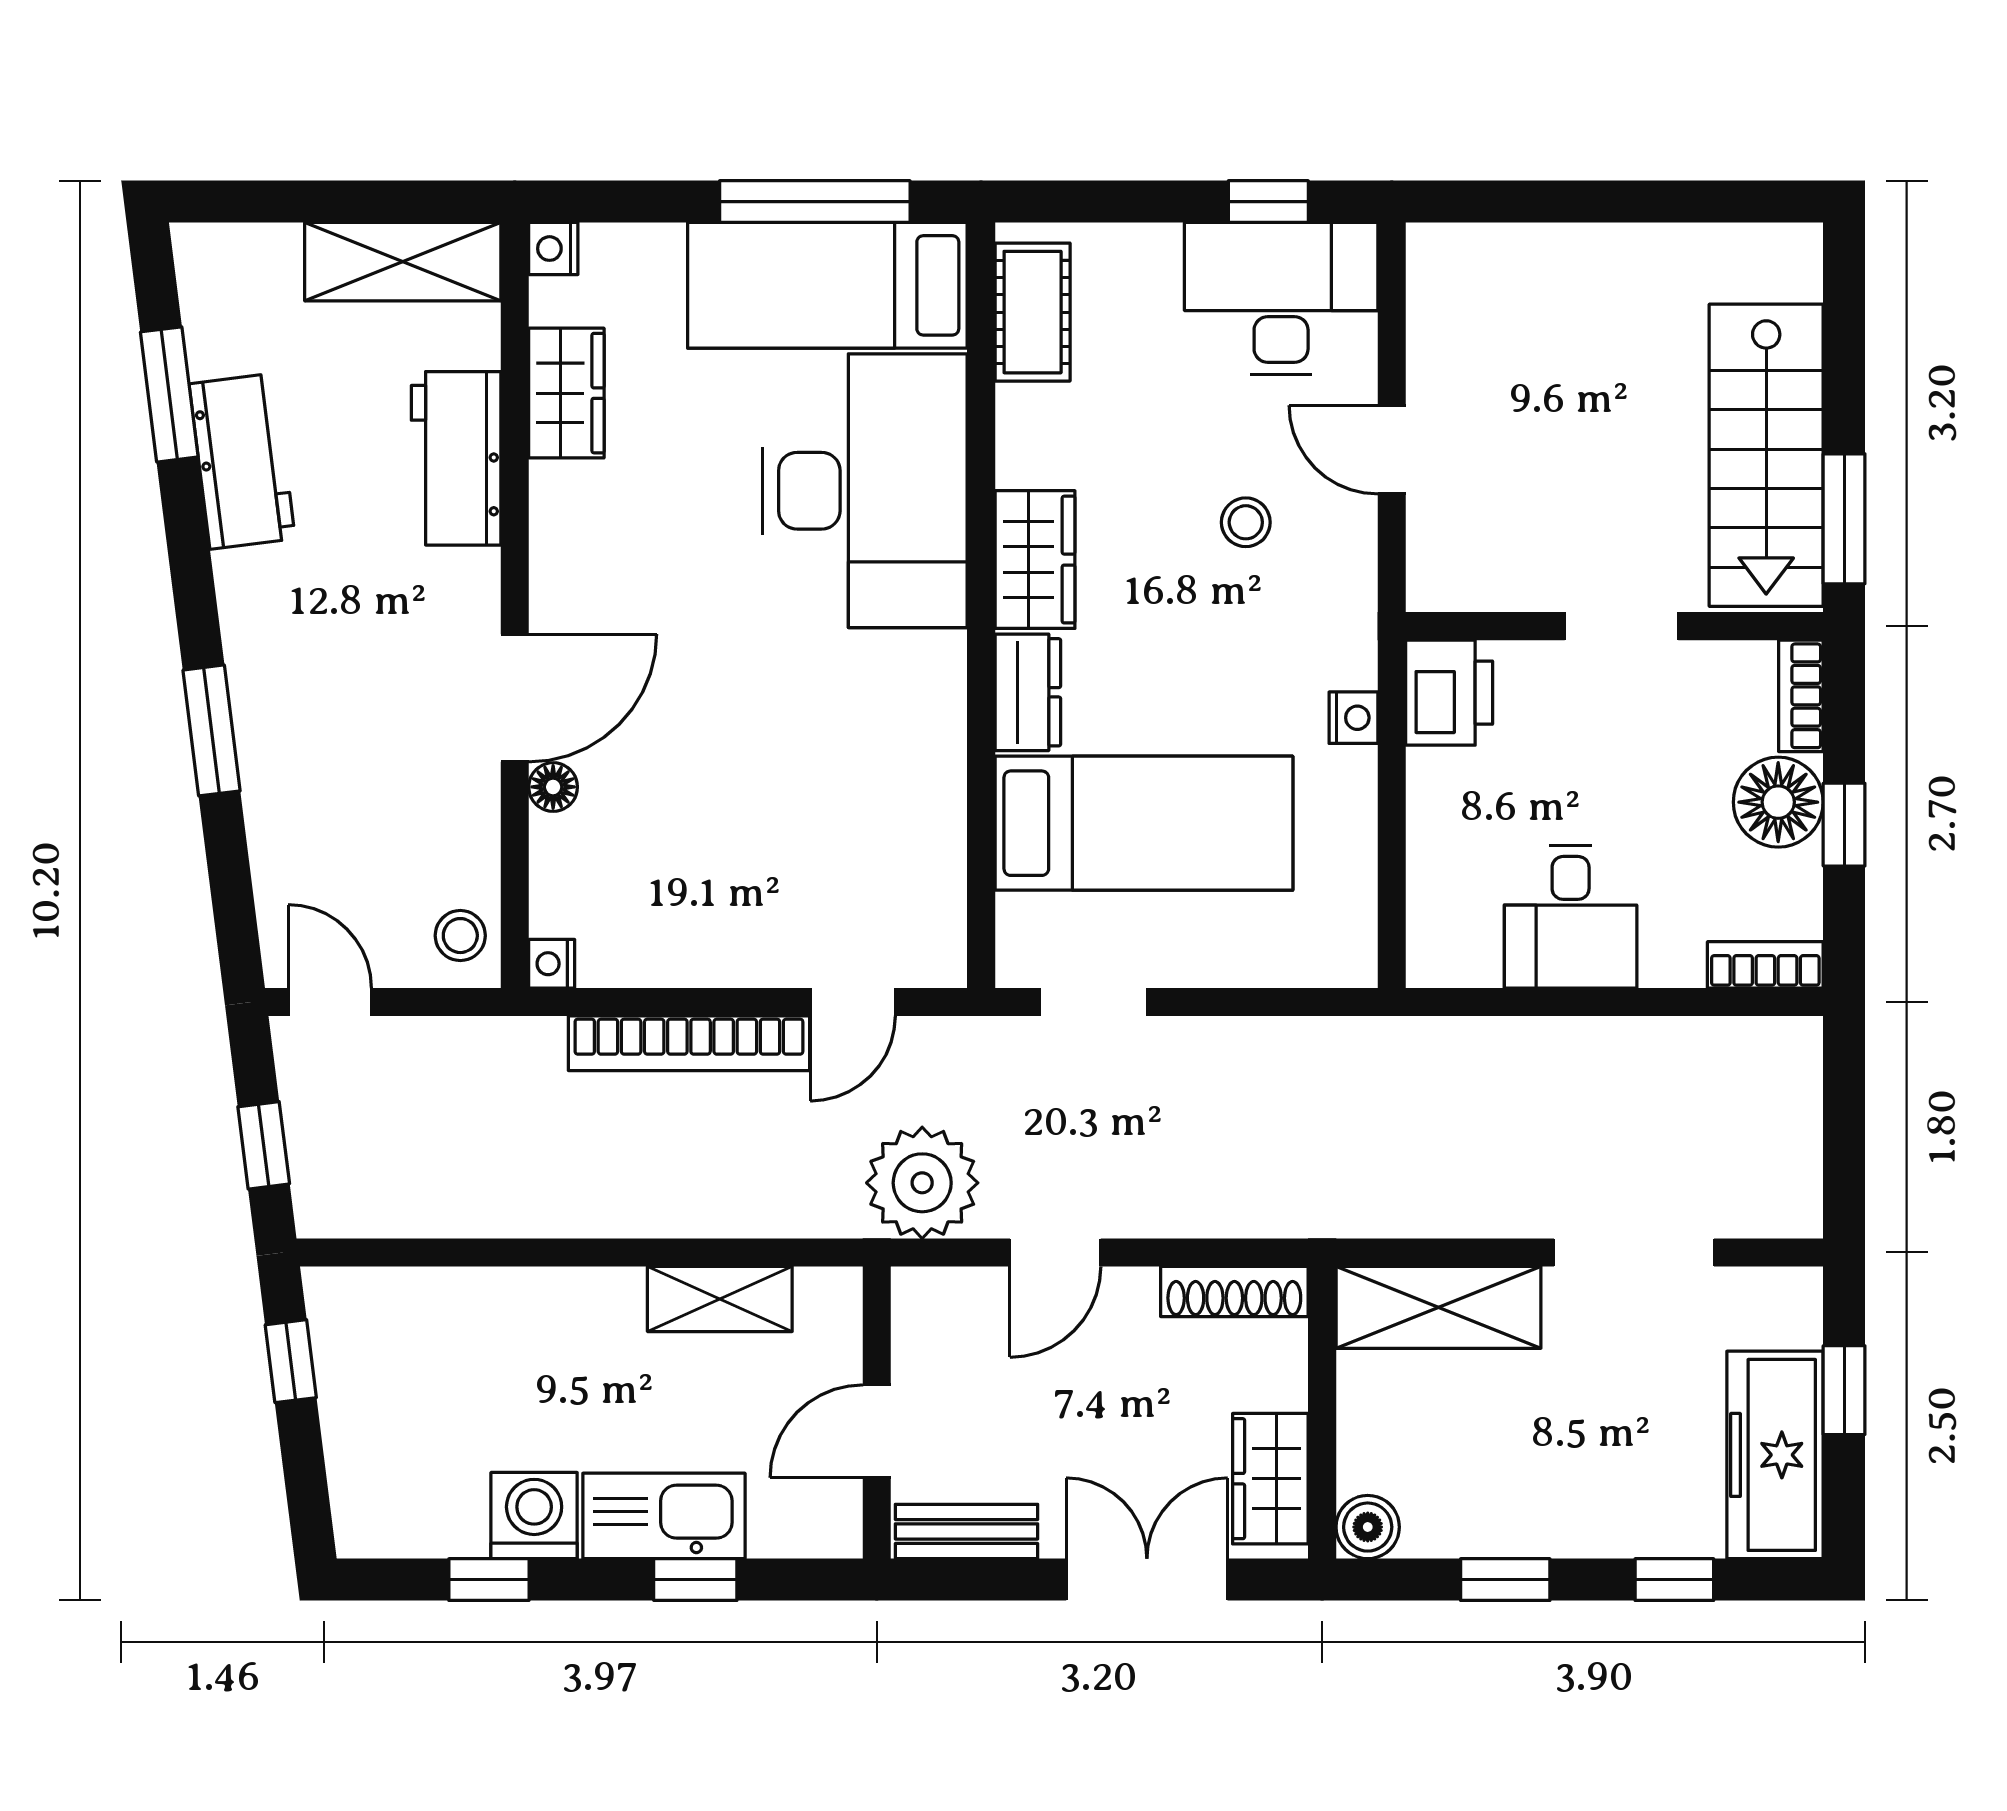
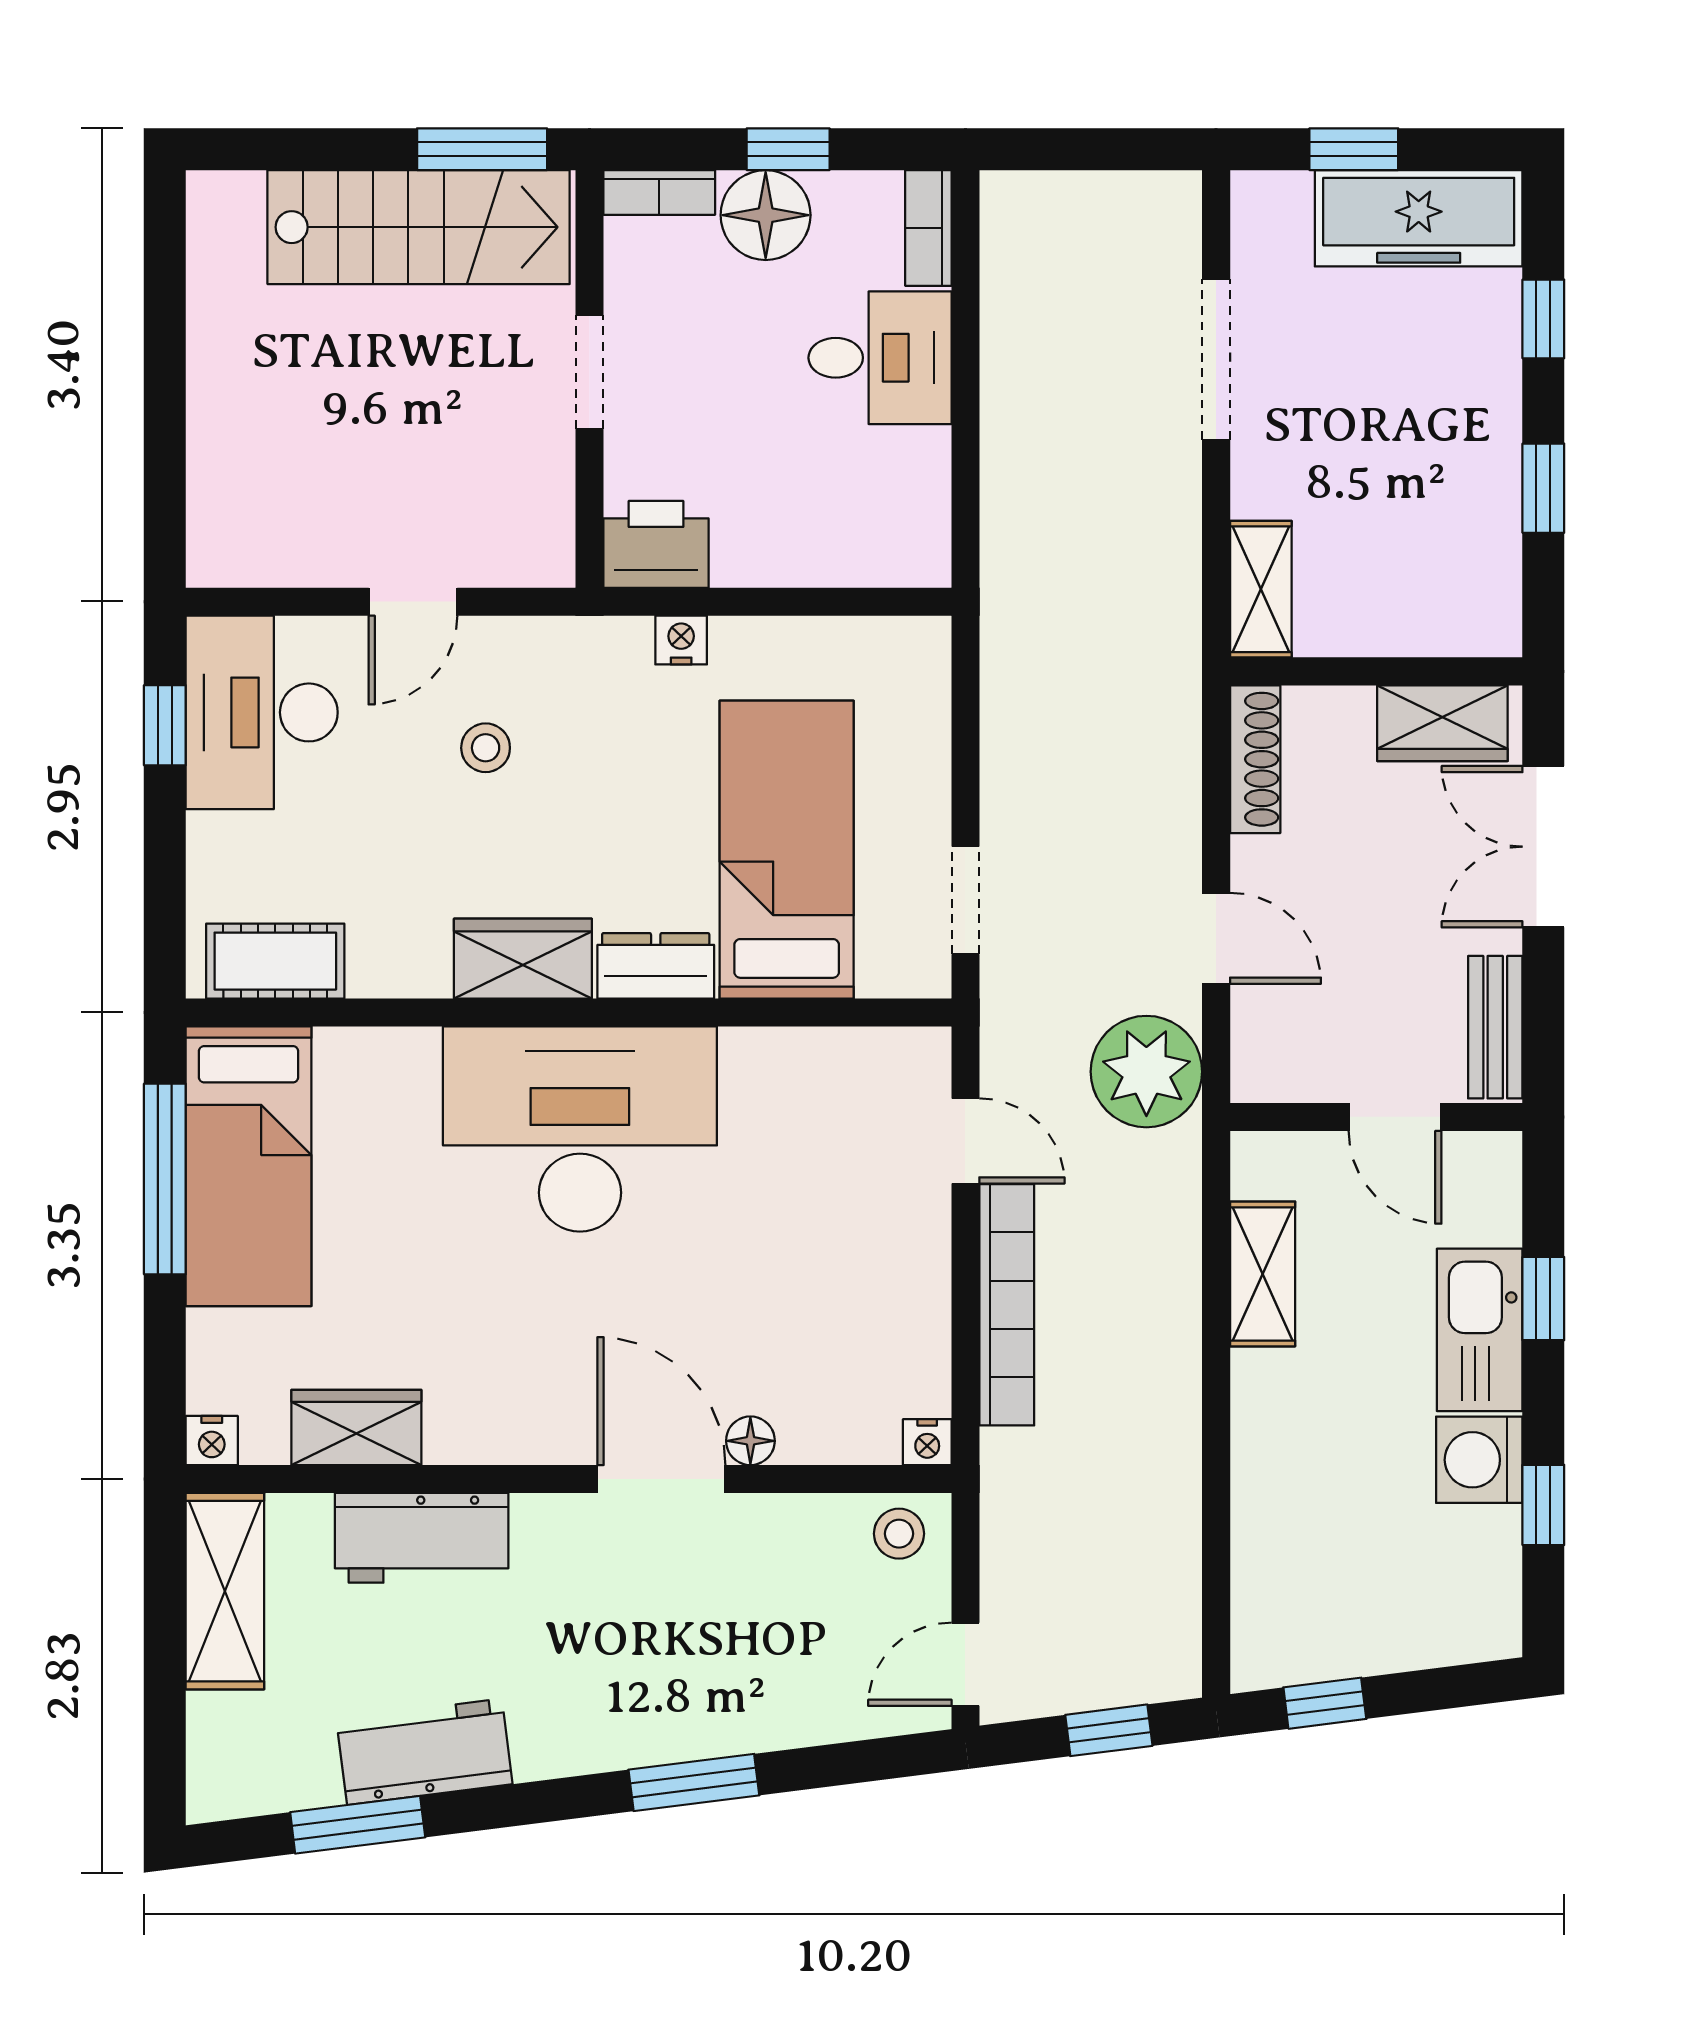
desk: (865, 491) -> (580, 1129), moved
desk: (1571, 917) -> (880, 358), moved
shelving: (1438, 1307) -> (1261, 589), width x0.67, depth x0.75
boiler: (1368, 1527) -> (1491, 626), removed

